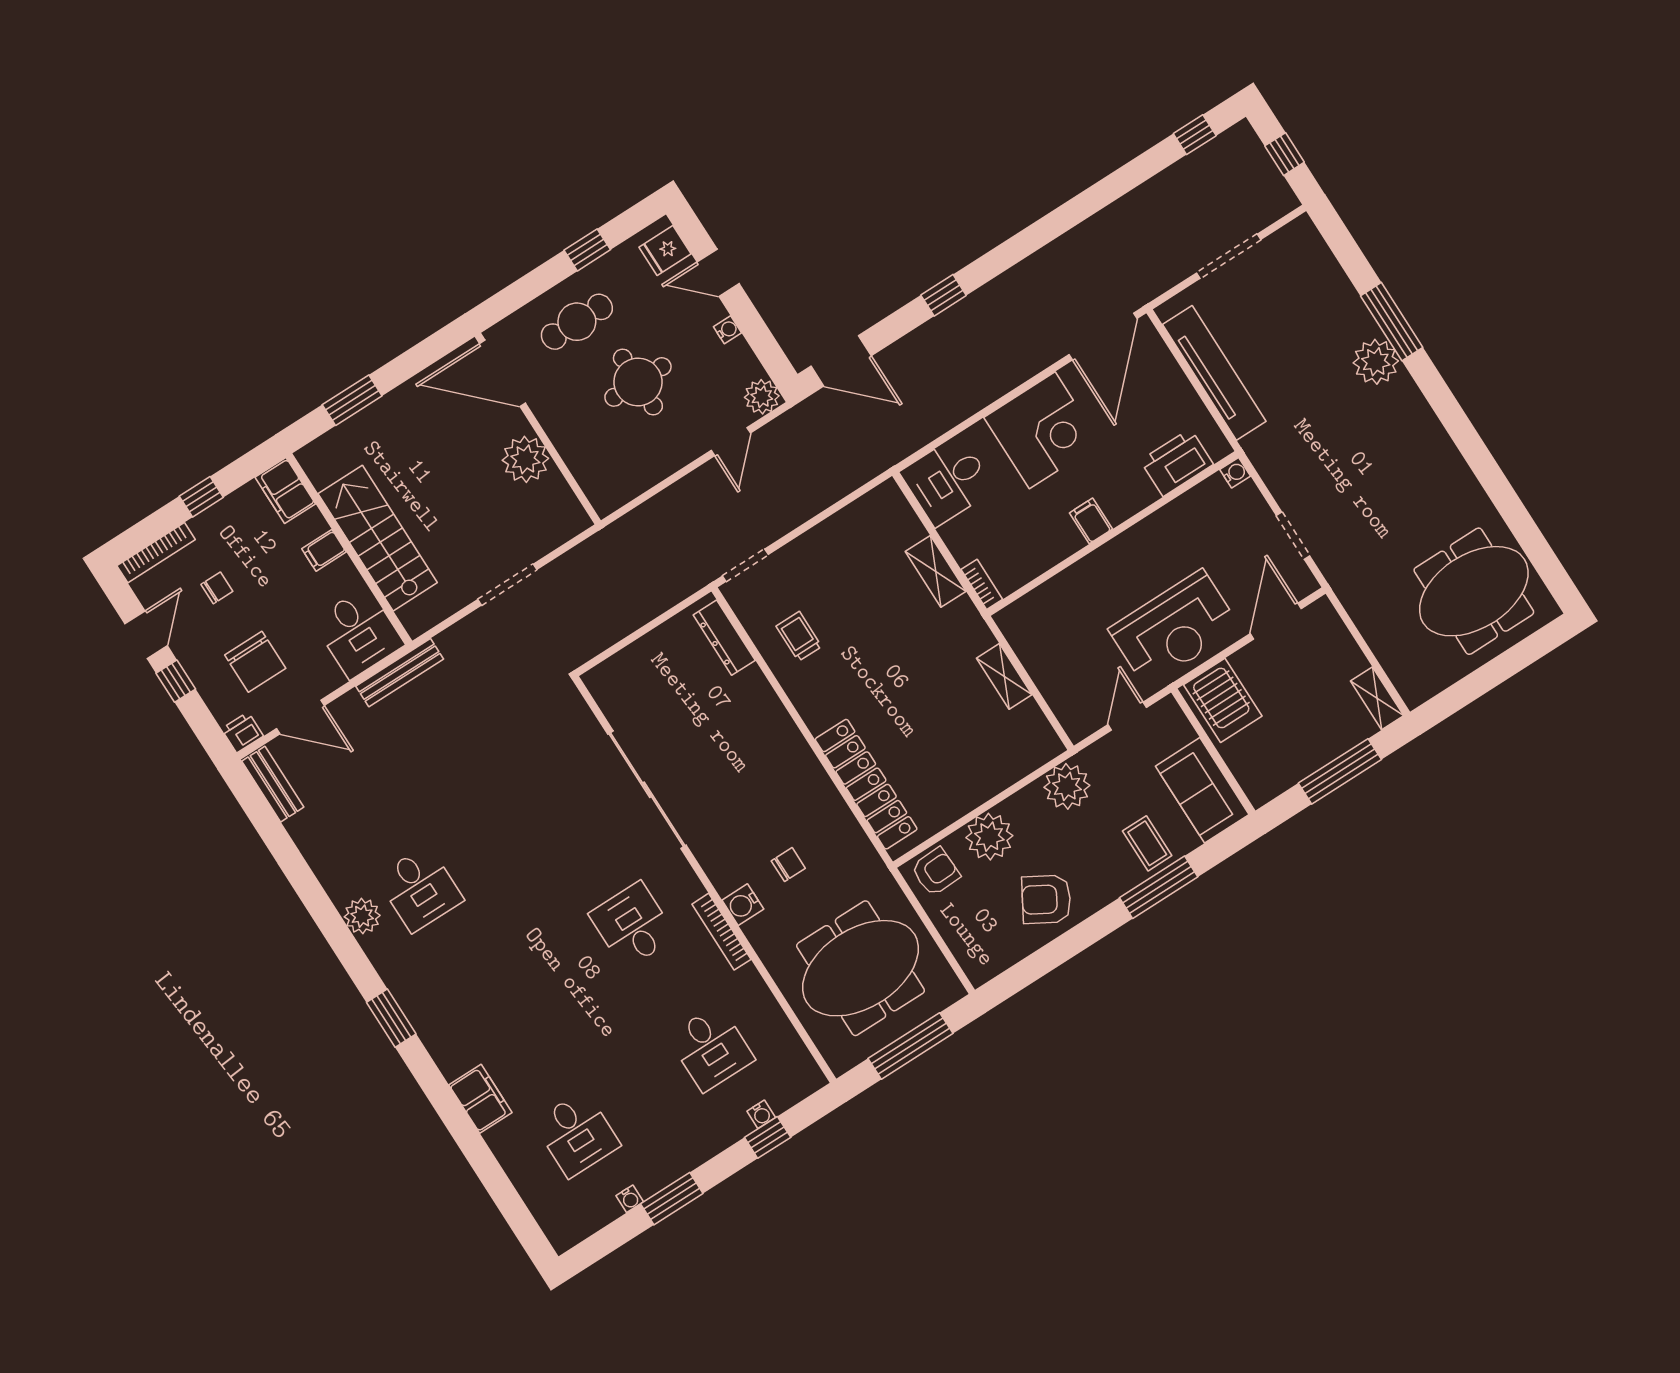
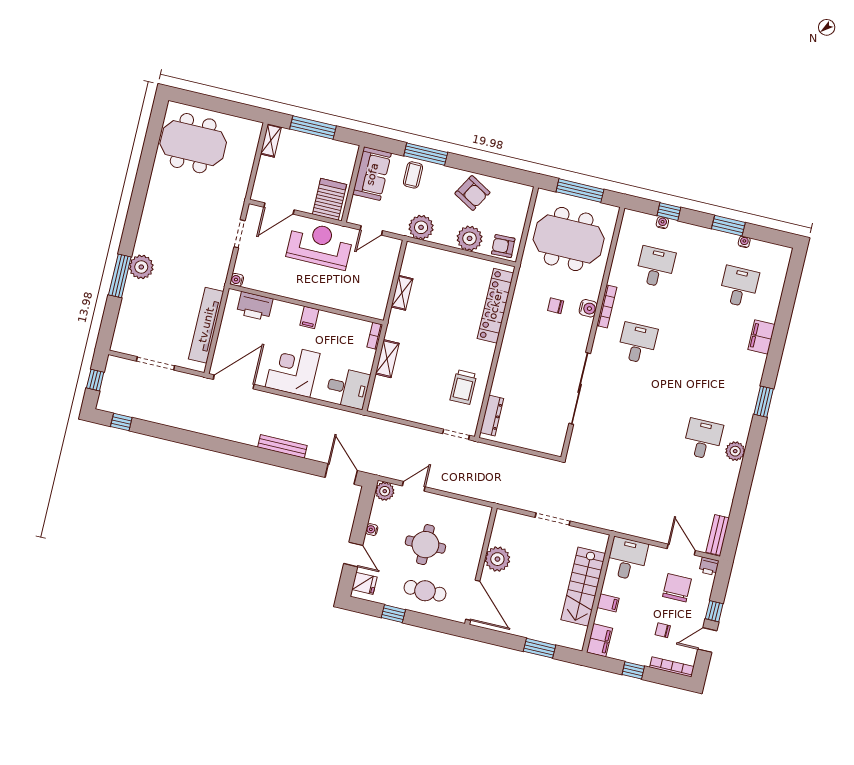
window: (944, 295) -> (277, 459), removed
trolley: (799, 636) -> (463, 387), width x1.36, depth x1.39
bench: (400, 673) -> (282, 446), moved
desk: (633, 925) -> (637, 343), turned 180

